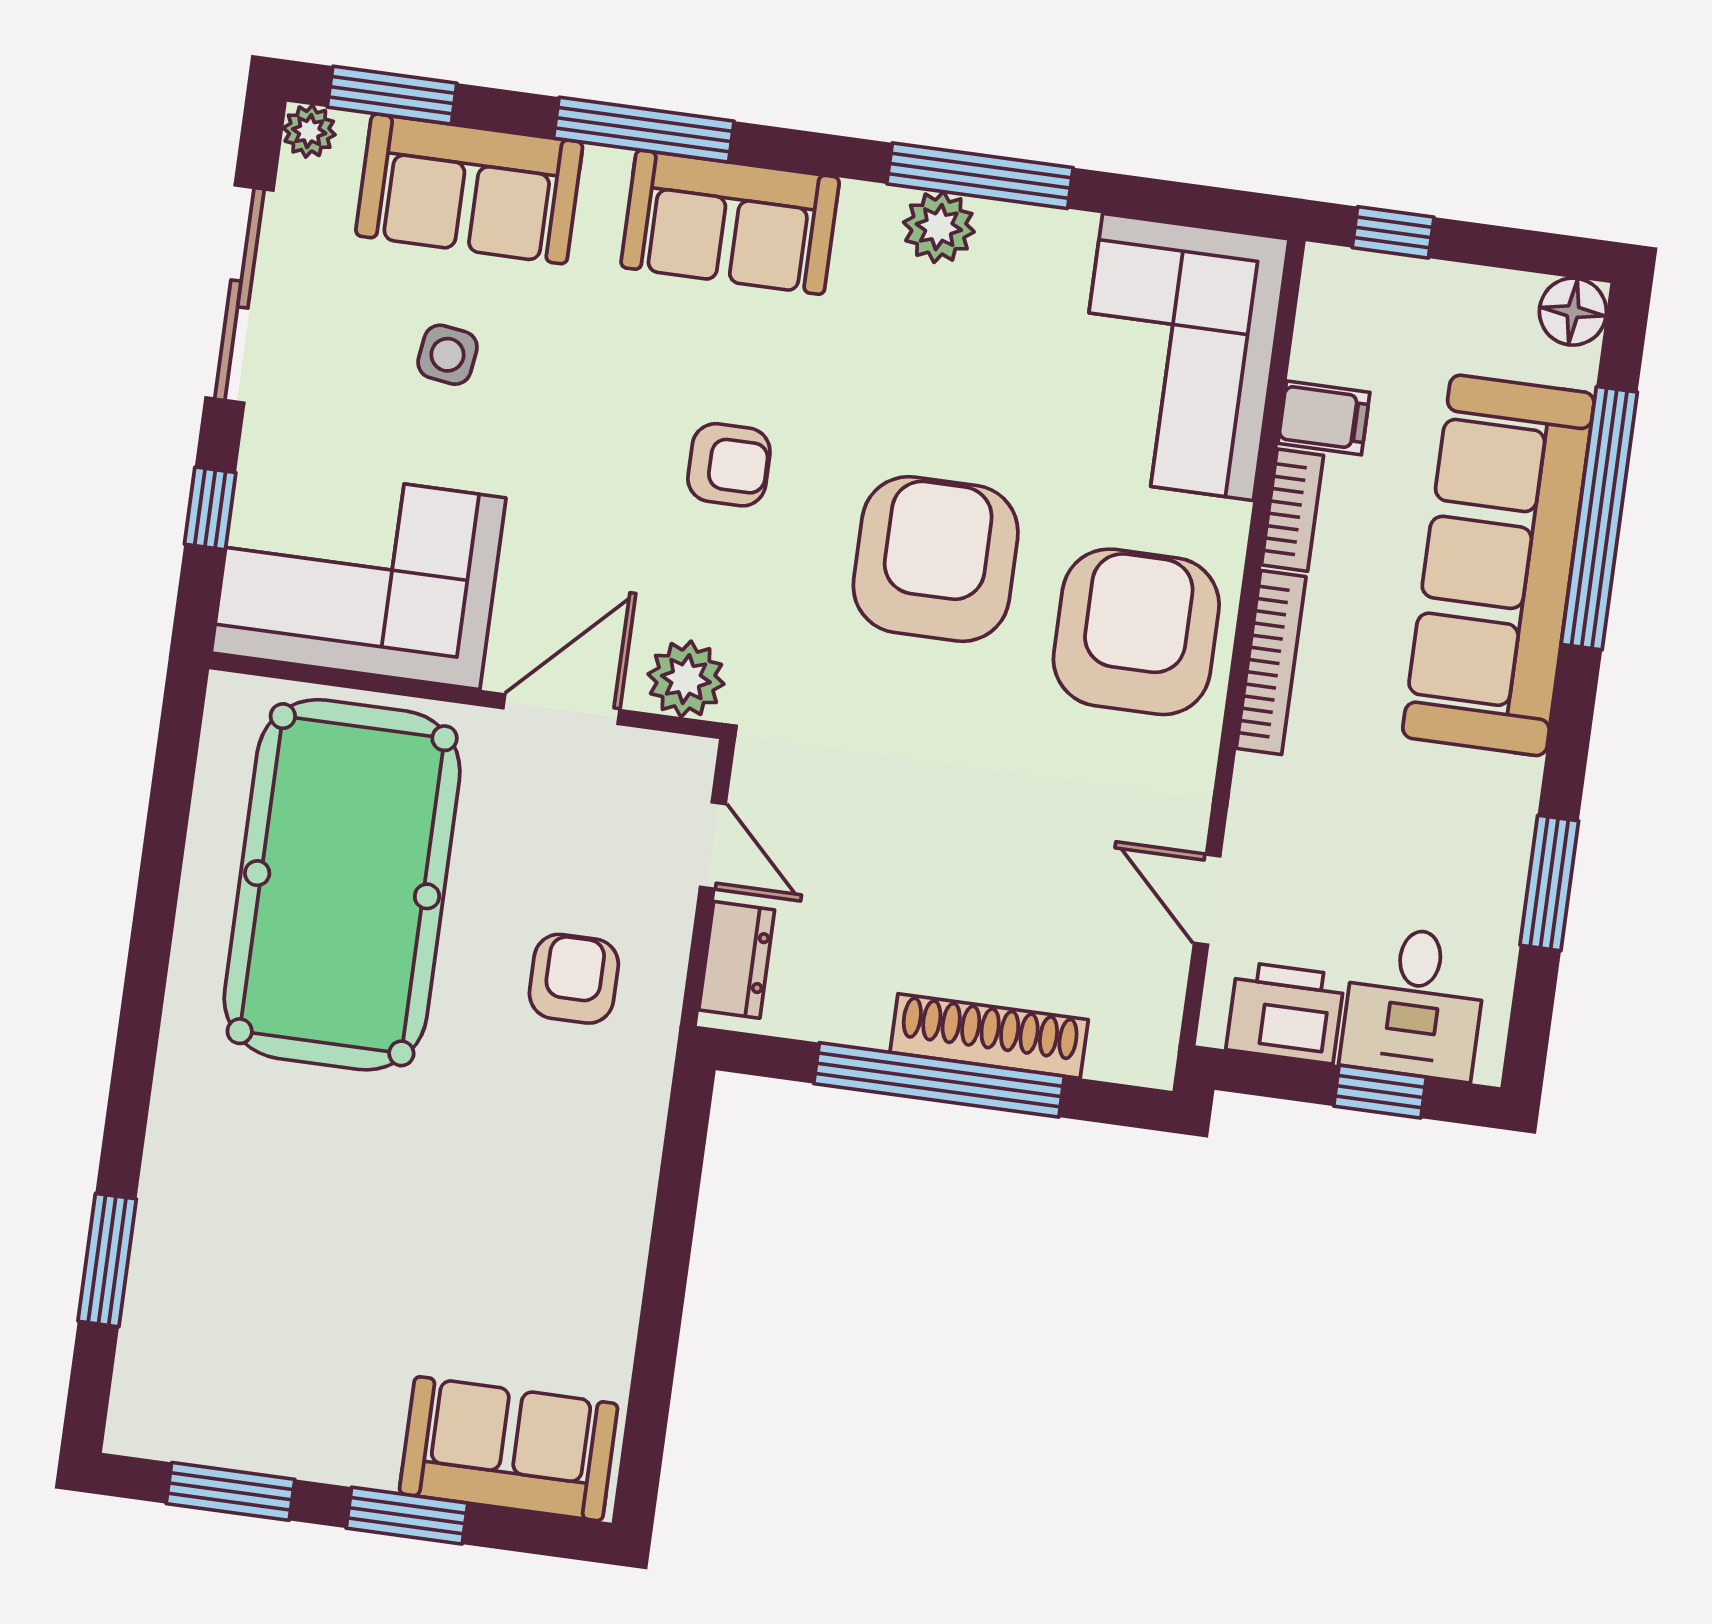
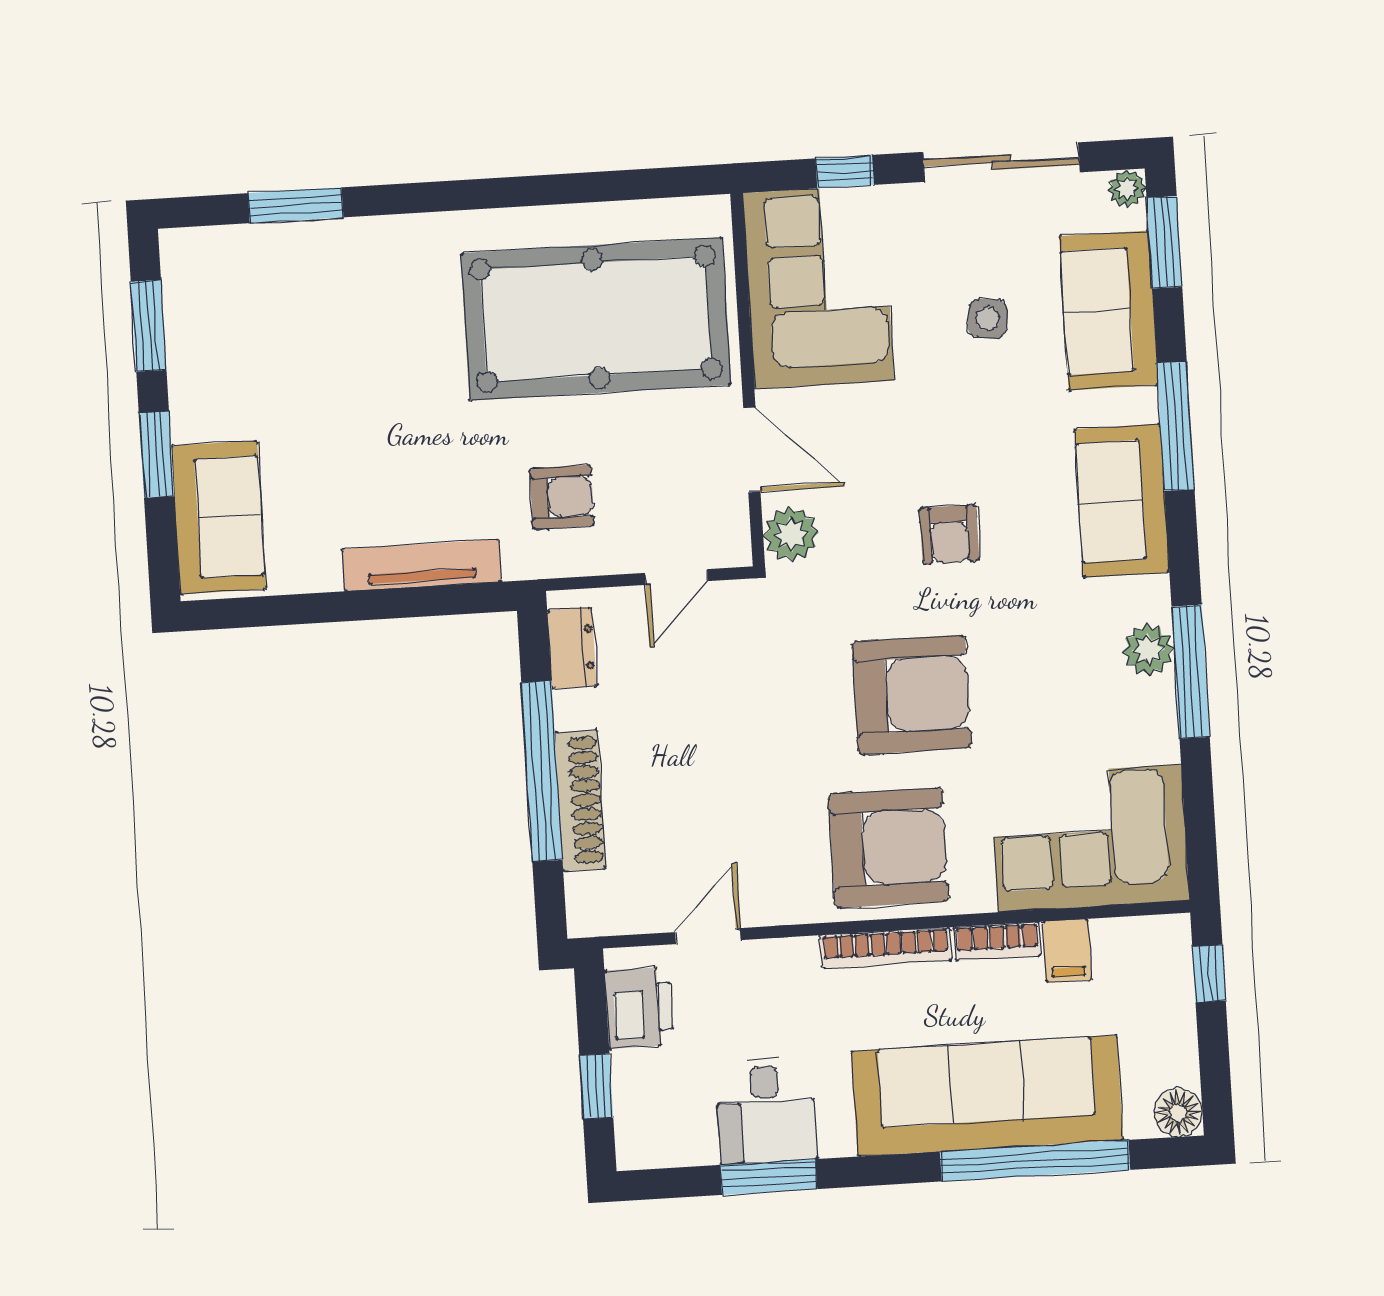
dresser: (737, 960) -> (572, 648), moved, turned -90
desk: (1414, 1003) -> (766, 1110), moved, turned -90
tv unit: (628, 1187) -> (421, 565), added

